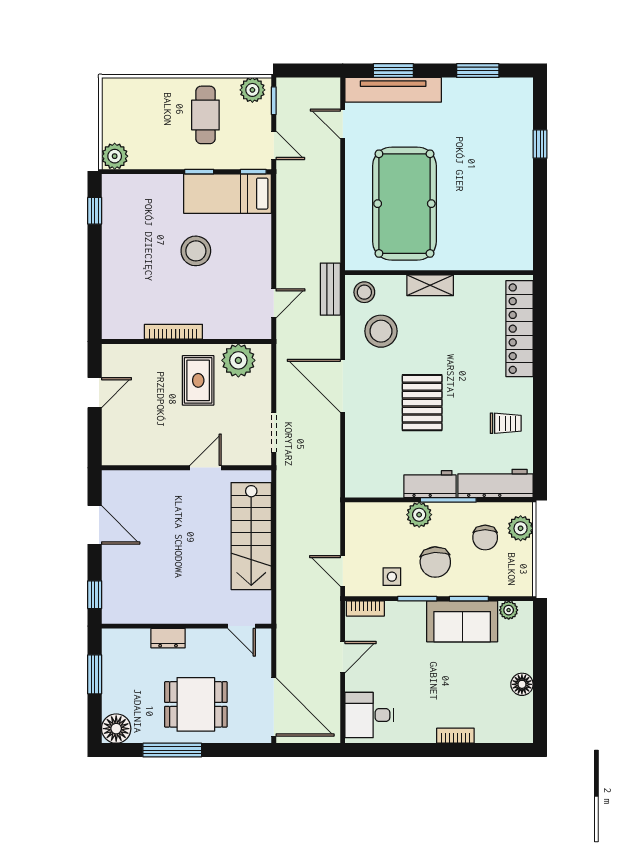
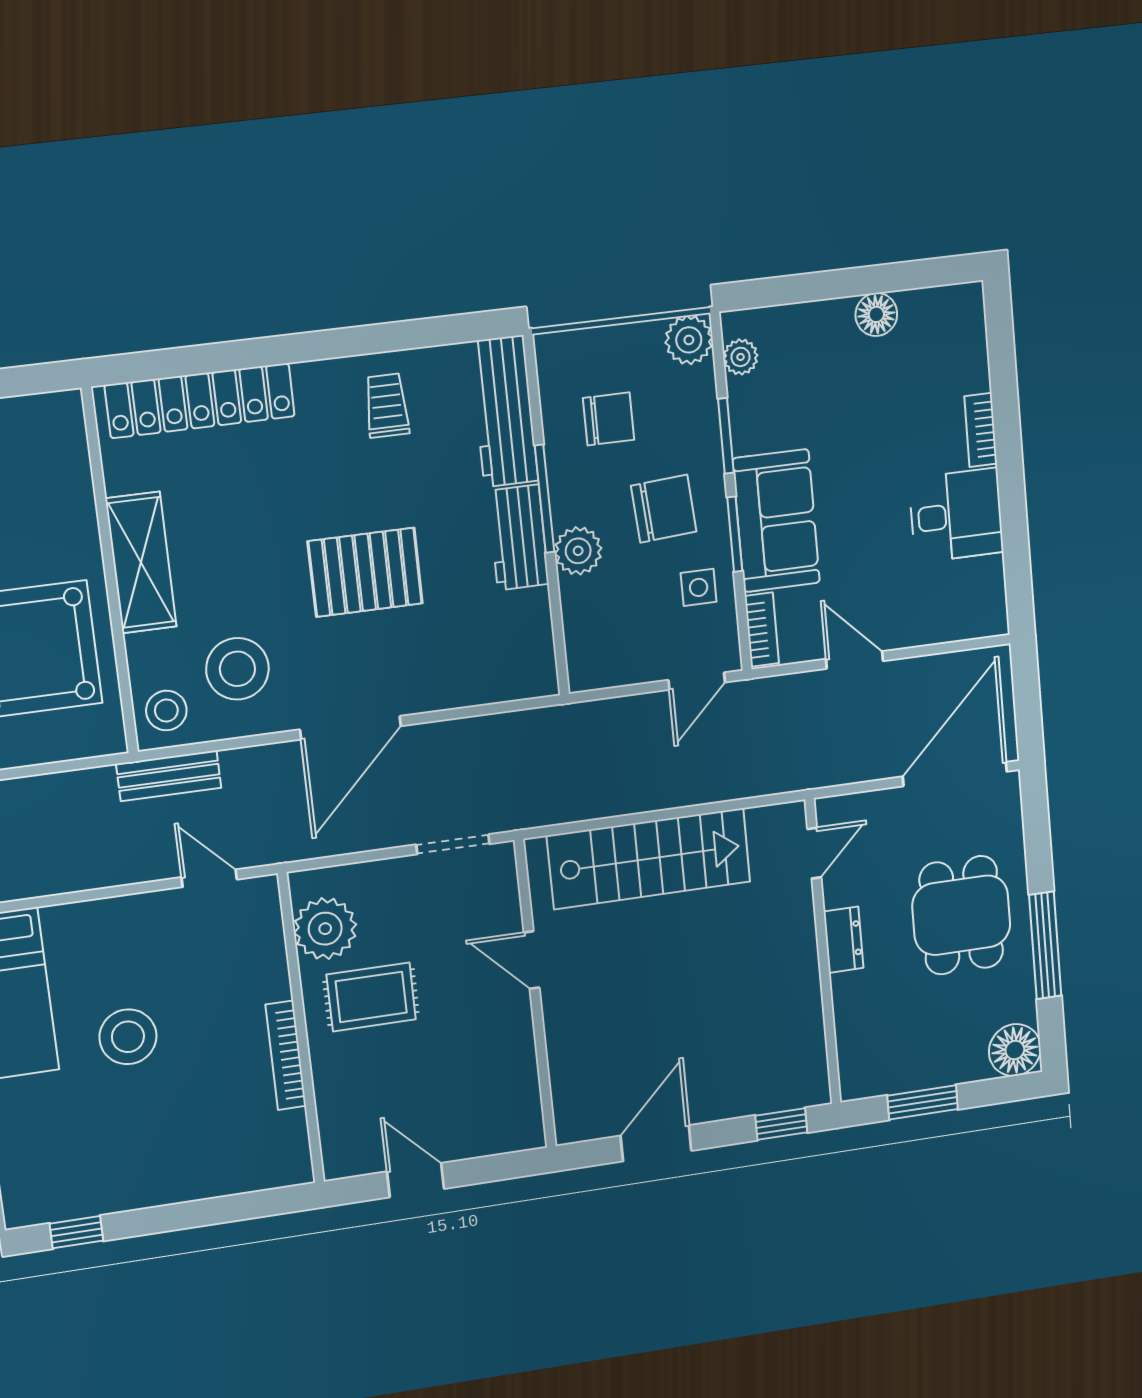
shelving: (430, 285) -> (141, 563), width x1.50, depth x1.33
plant: (521, 528) -> (689, 340), moved
sofa: (462, 621) -> (776, 521), moved
dresser: (168, 638) -> (844, 940), moved
desk: (369, 715) -> (956, 515), moved, turned -90

